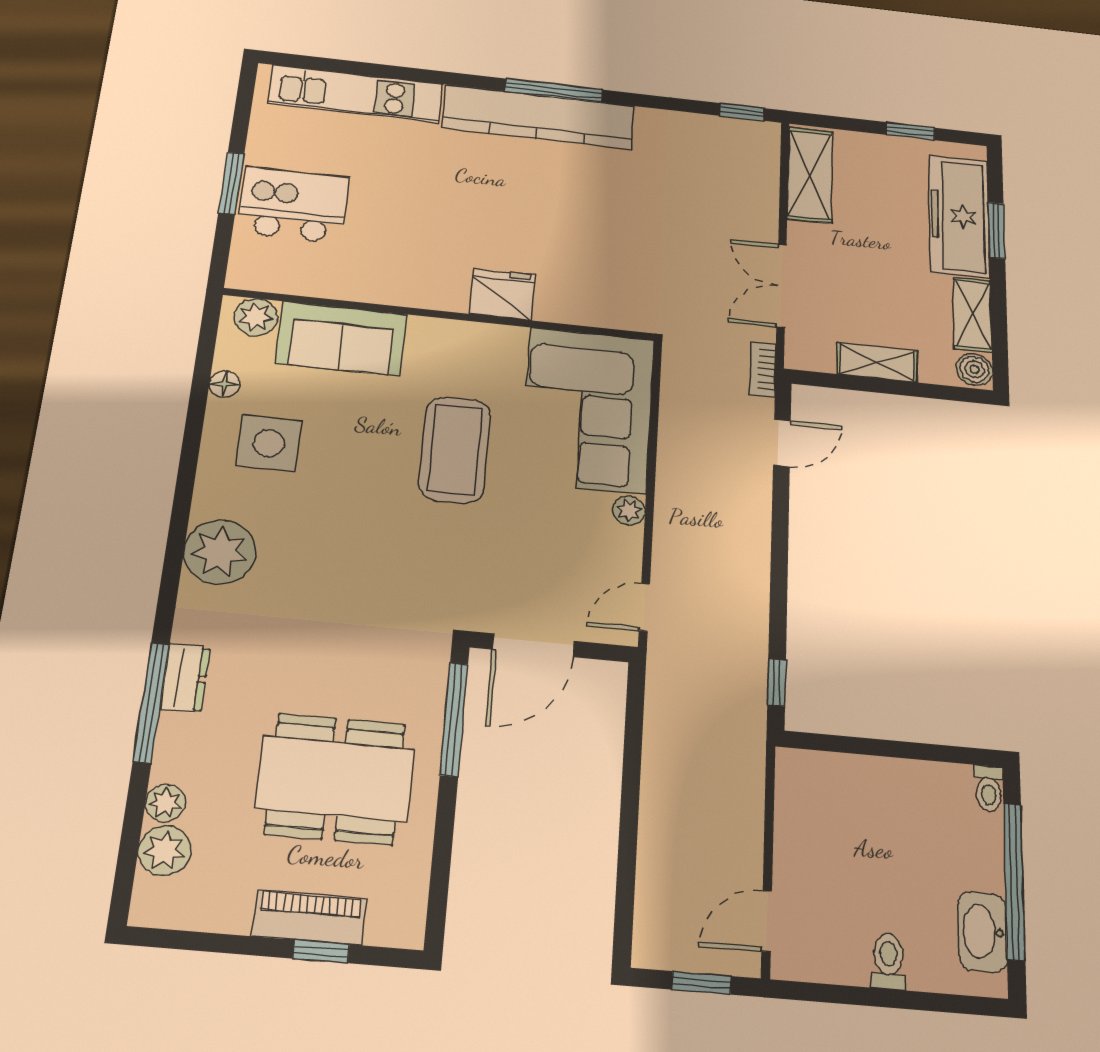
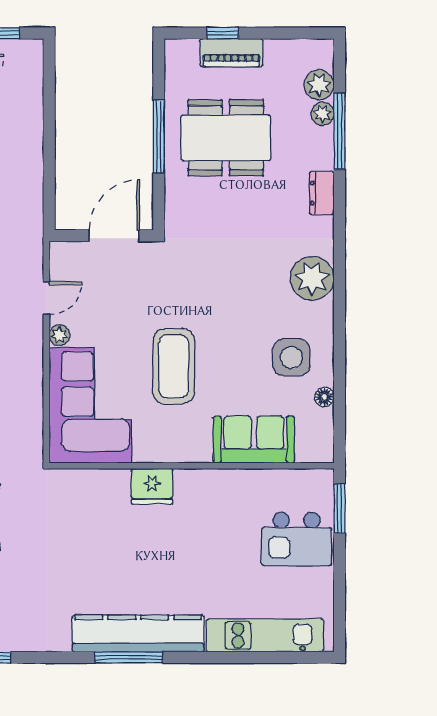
window: (231, 183) -> (339, 509), moved
plant: (256, 317) -> (311, 449), removed
door: (644, 607) -> (46, 298), moved
window: (151, 702) -> (339, 131), moved
window: (454, 719) -> (159, 137), moved

